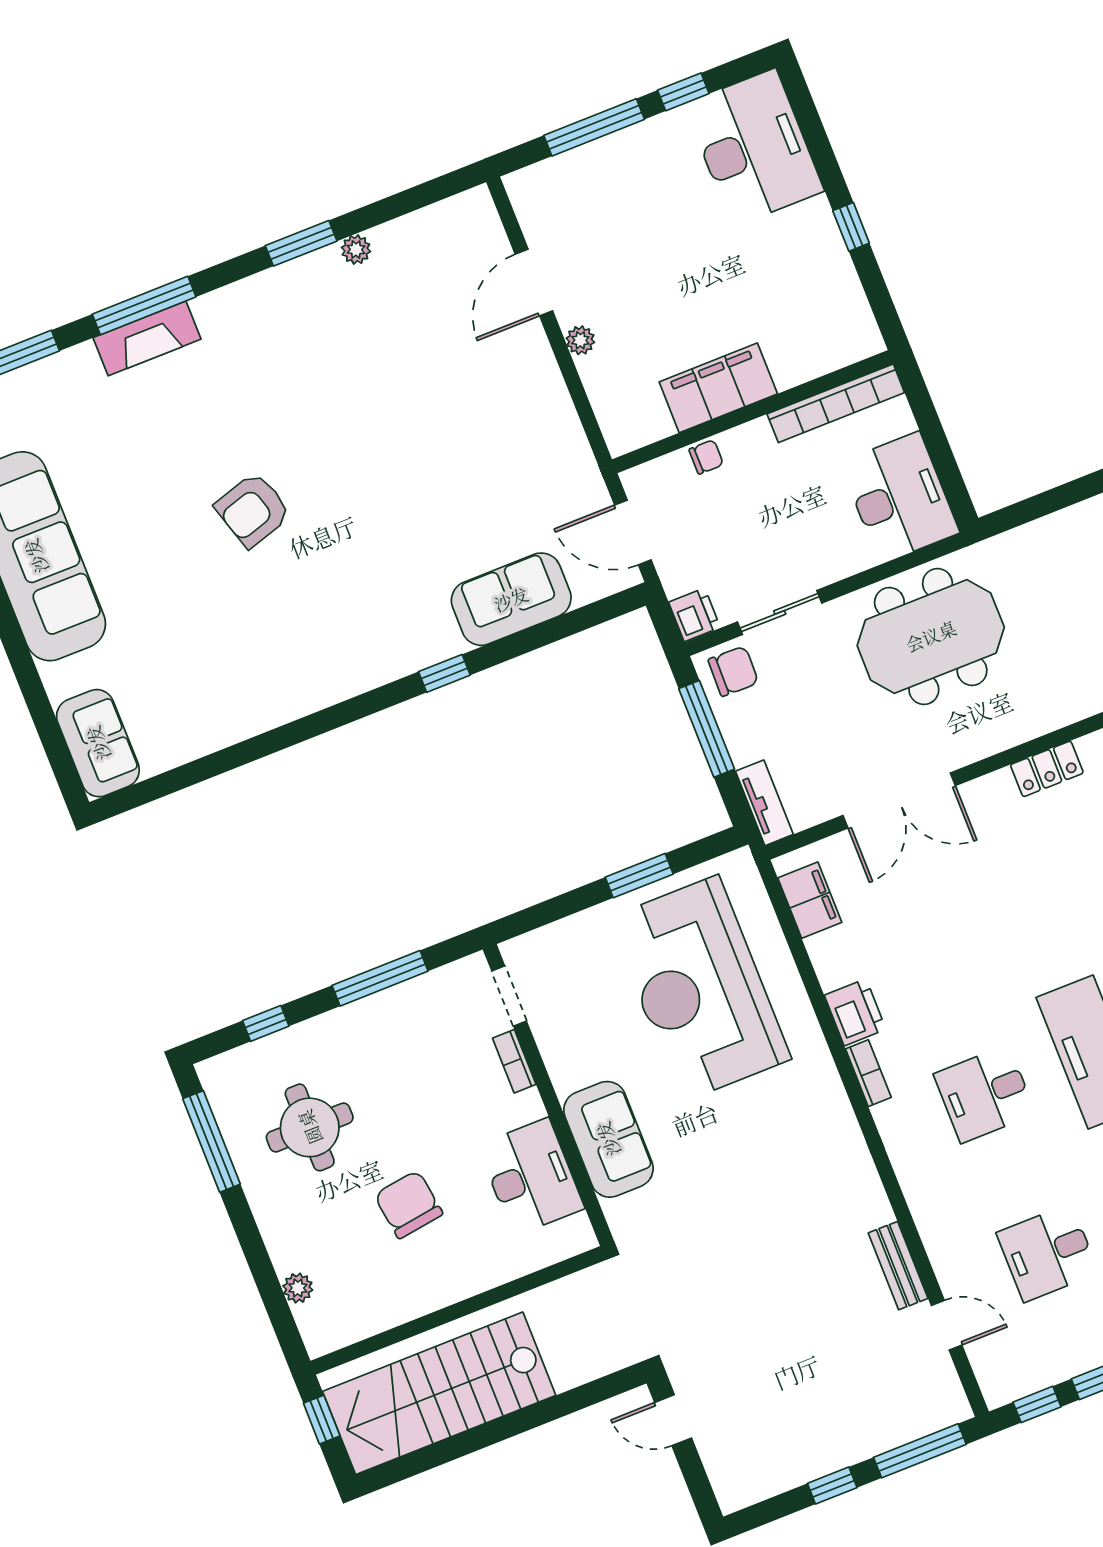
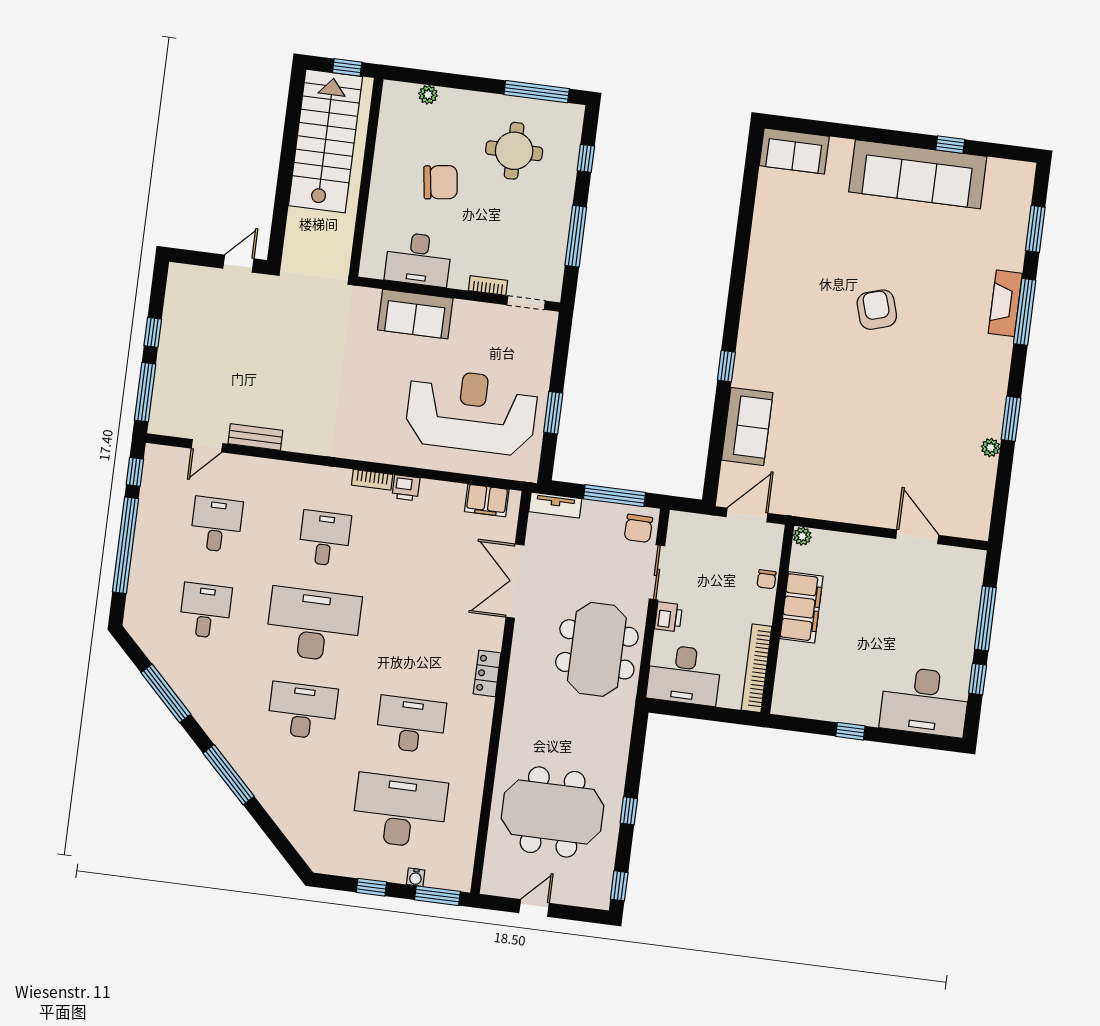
plant: (580, 340) -> (802, 536), moved
printer: (694, 615) -> (669, 617), moved, turned -90
printer: (855, 1012) -> (406, 488), width x0.73, depth x0.81

